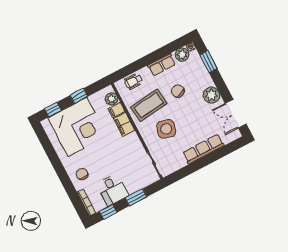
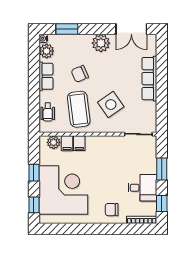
filing cabinet: (124, 124) -> (79, 143), width x0.50
side table: (166, 129) -> (111, 105), turned 38

